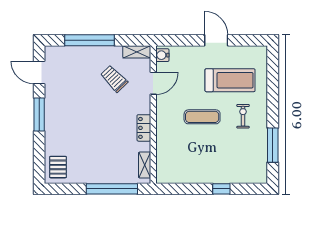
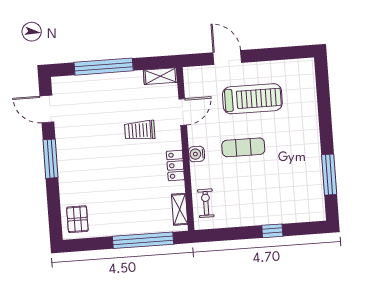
door: (216, 40) -> (227, 58), moved
water cooler: (162, 55) -> (197, 154), moved
trolley: (114, 79) -> (140, 130), moved, turned -46
treadmill: (230, 80) -> (252, 99), moved
exercise bike: (243, 116) -> (206, 203), moved

